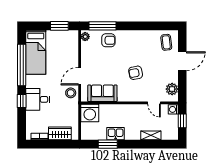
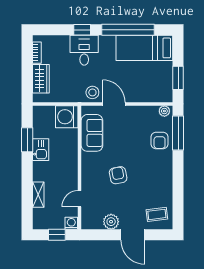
plant: (172, 89) -> (111, 222), moved

